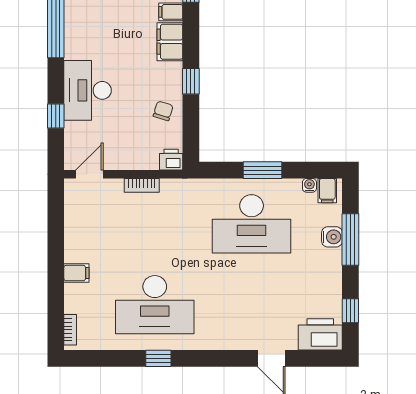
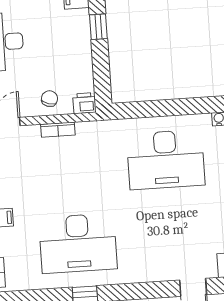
chair: (163, 111) -> (49, 99), moved
window: (262, 170) -> (173, 107), removed

